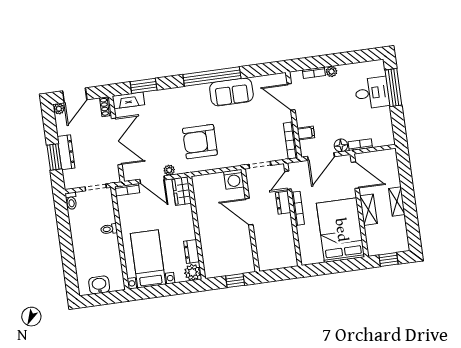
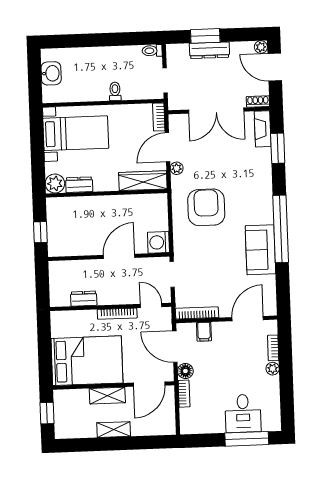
wardrobe: (182, 191) -> (143, 181), width x1.50
dresser: (283, 203) -> (84, 299), moved

